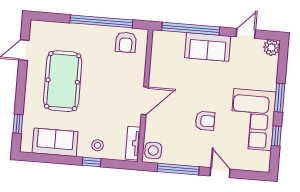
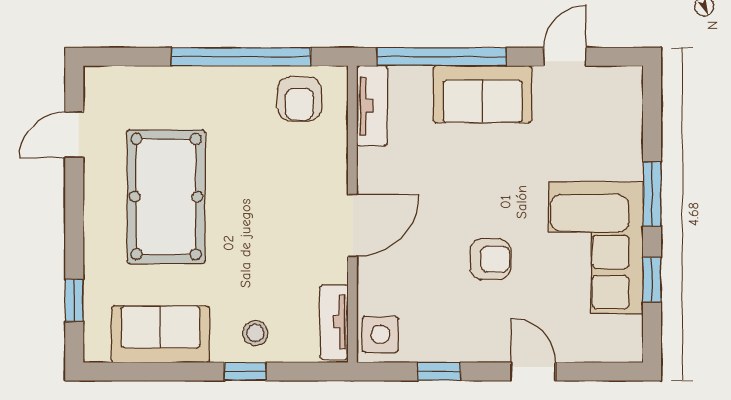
tv unit: (158, 48) -> (372, 106), added
plant: (271, 48) -> (625, 84), removed
window: (178, 169) -> (439, 372), width x0.46

